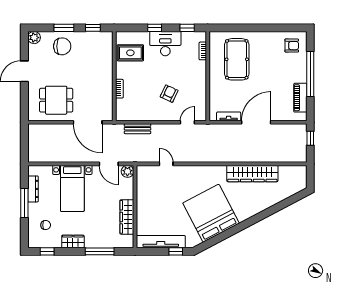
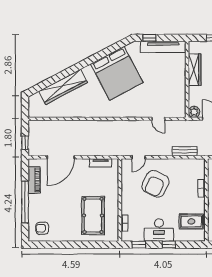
armchair: (169, 94) -> (156, 184), width x1.88, depth x1.88
door: (256, 122) -> (61, 157), moved
wardrobe: (252, 174) -> (63, 87), moved, turned 152

